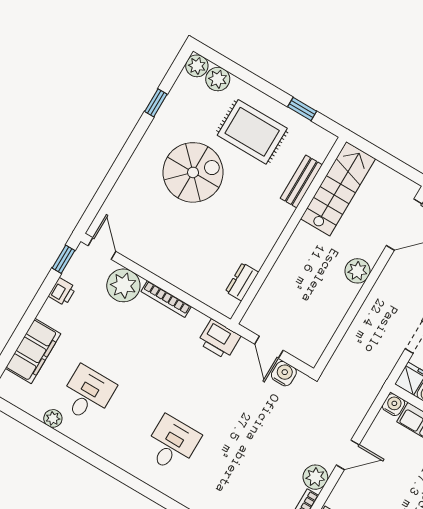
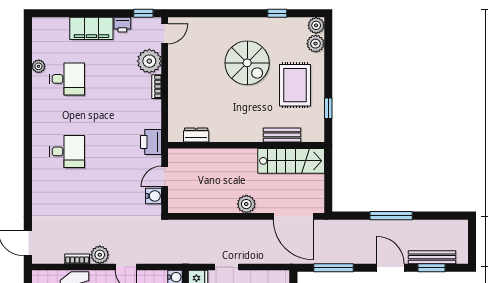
bookcase: (166, 299) -> (157, 87), width x0.64
filing cabinet: (33, 351) -> (91, 28), moved

